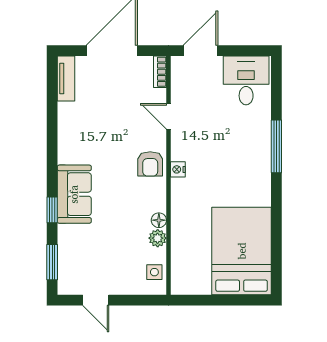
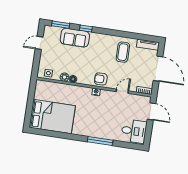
coffee table: (89, 127) -> (123, 52), added
sofa: (74, 194) -> (75, 38), moved

